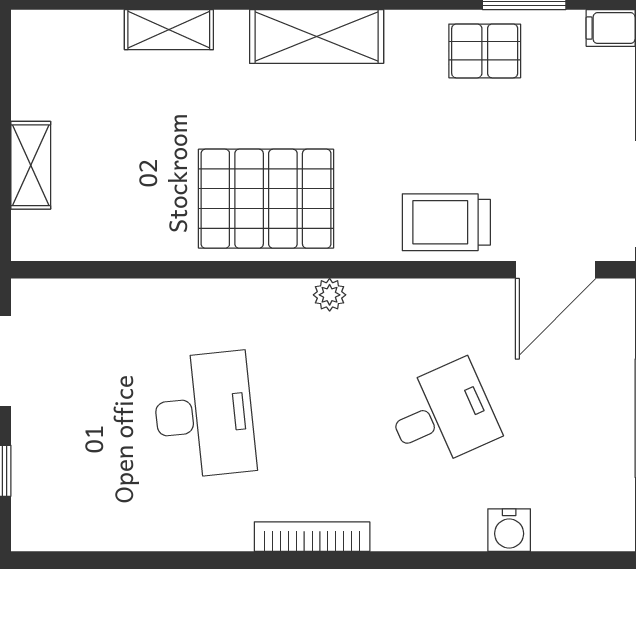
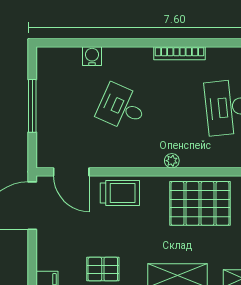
door: (556, 270) -> (71, 172), swing flipped
desk: (442, 415) -> (122, 107), turned 48

